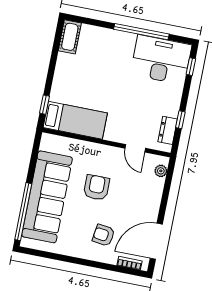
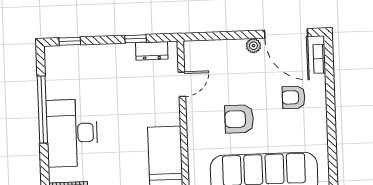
desk: (161, 60) -> (72, 133), moved
plant: (161, 171) -> (253, 46), moved
armchair: (104, 235) -> (294, 97), turned 82

